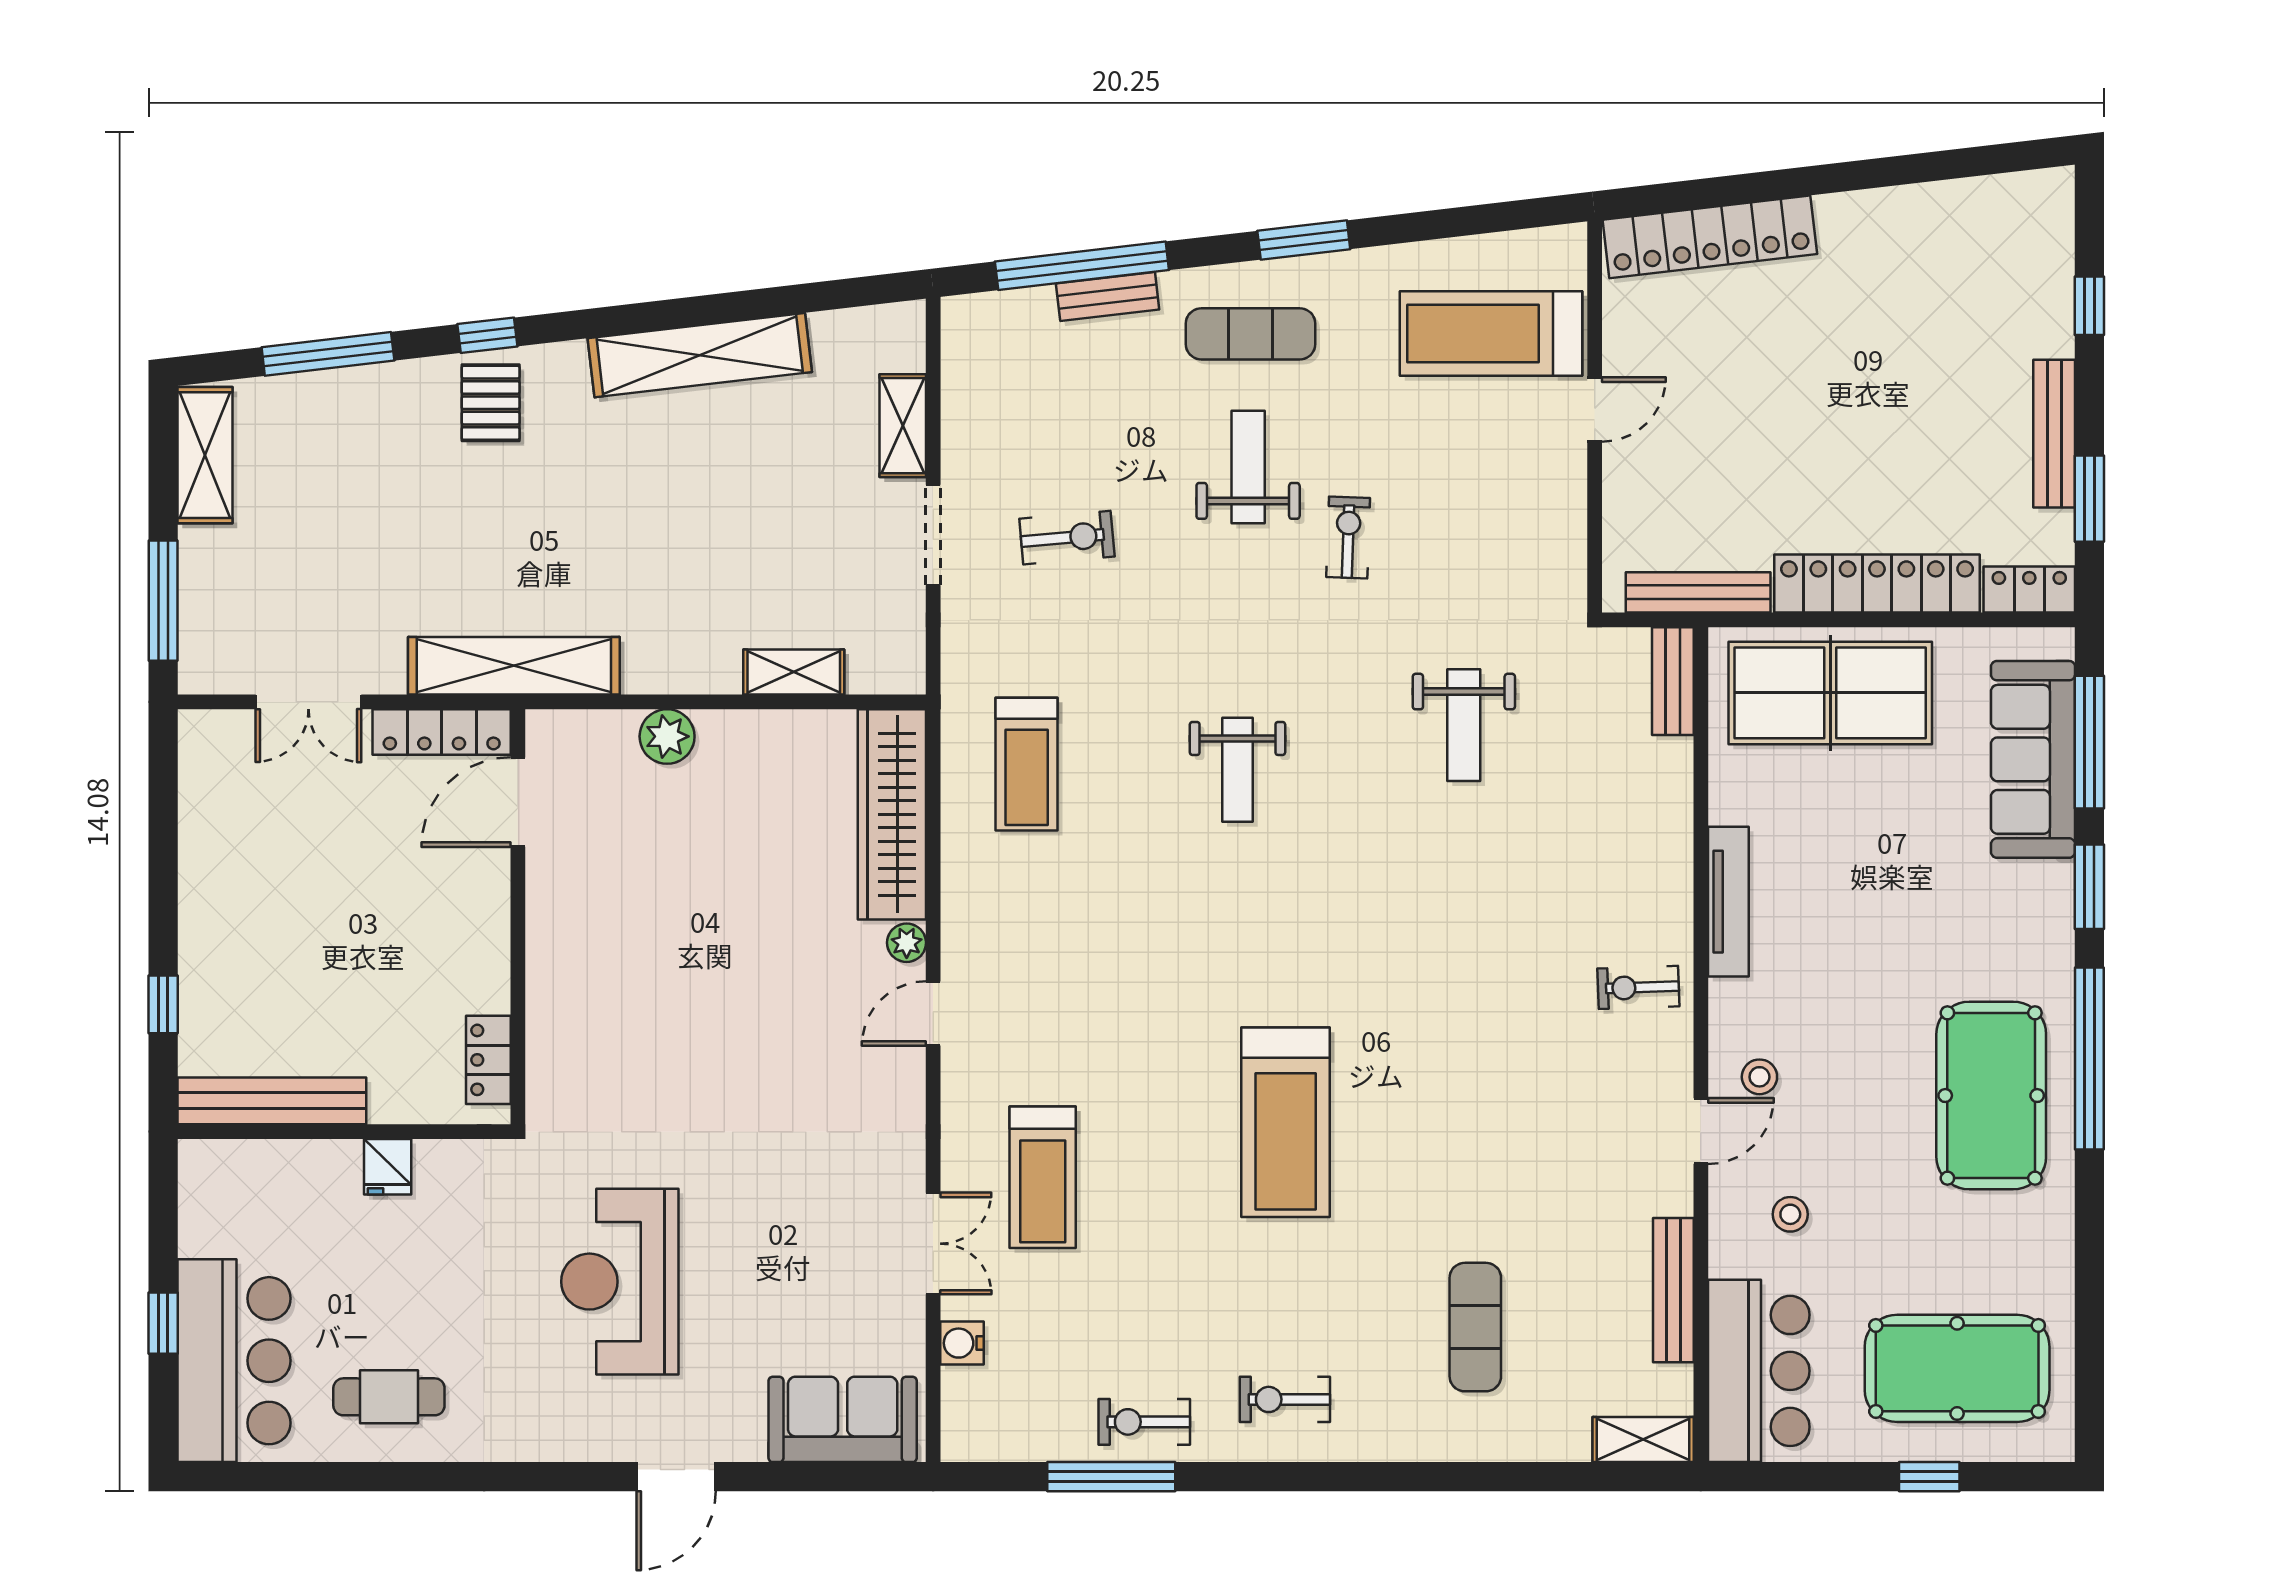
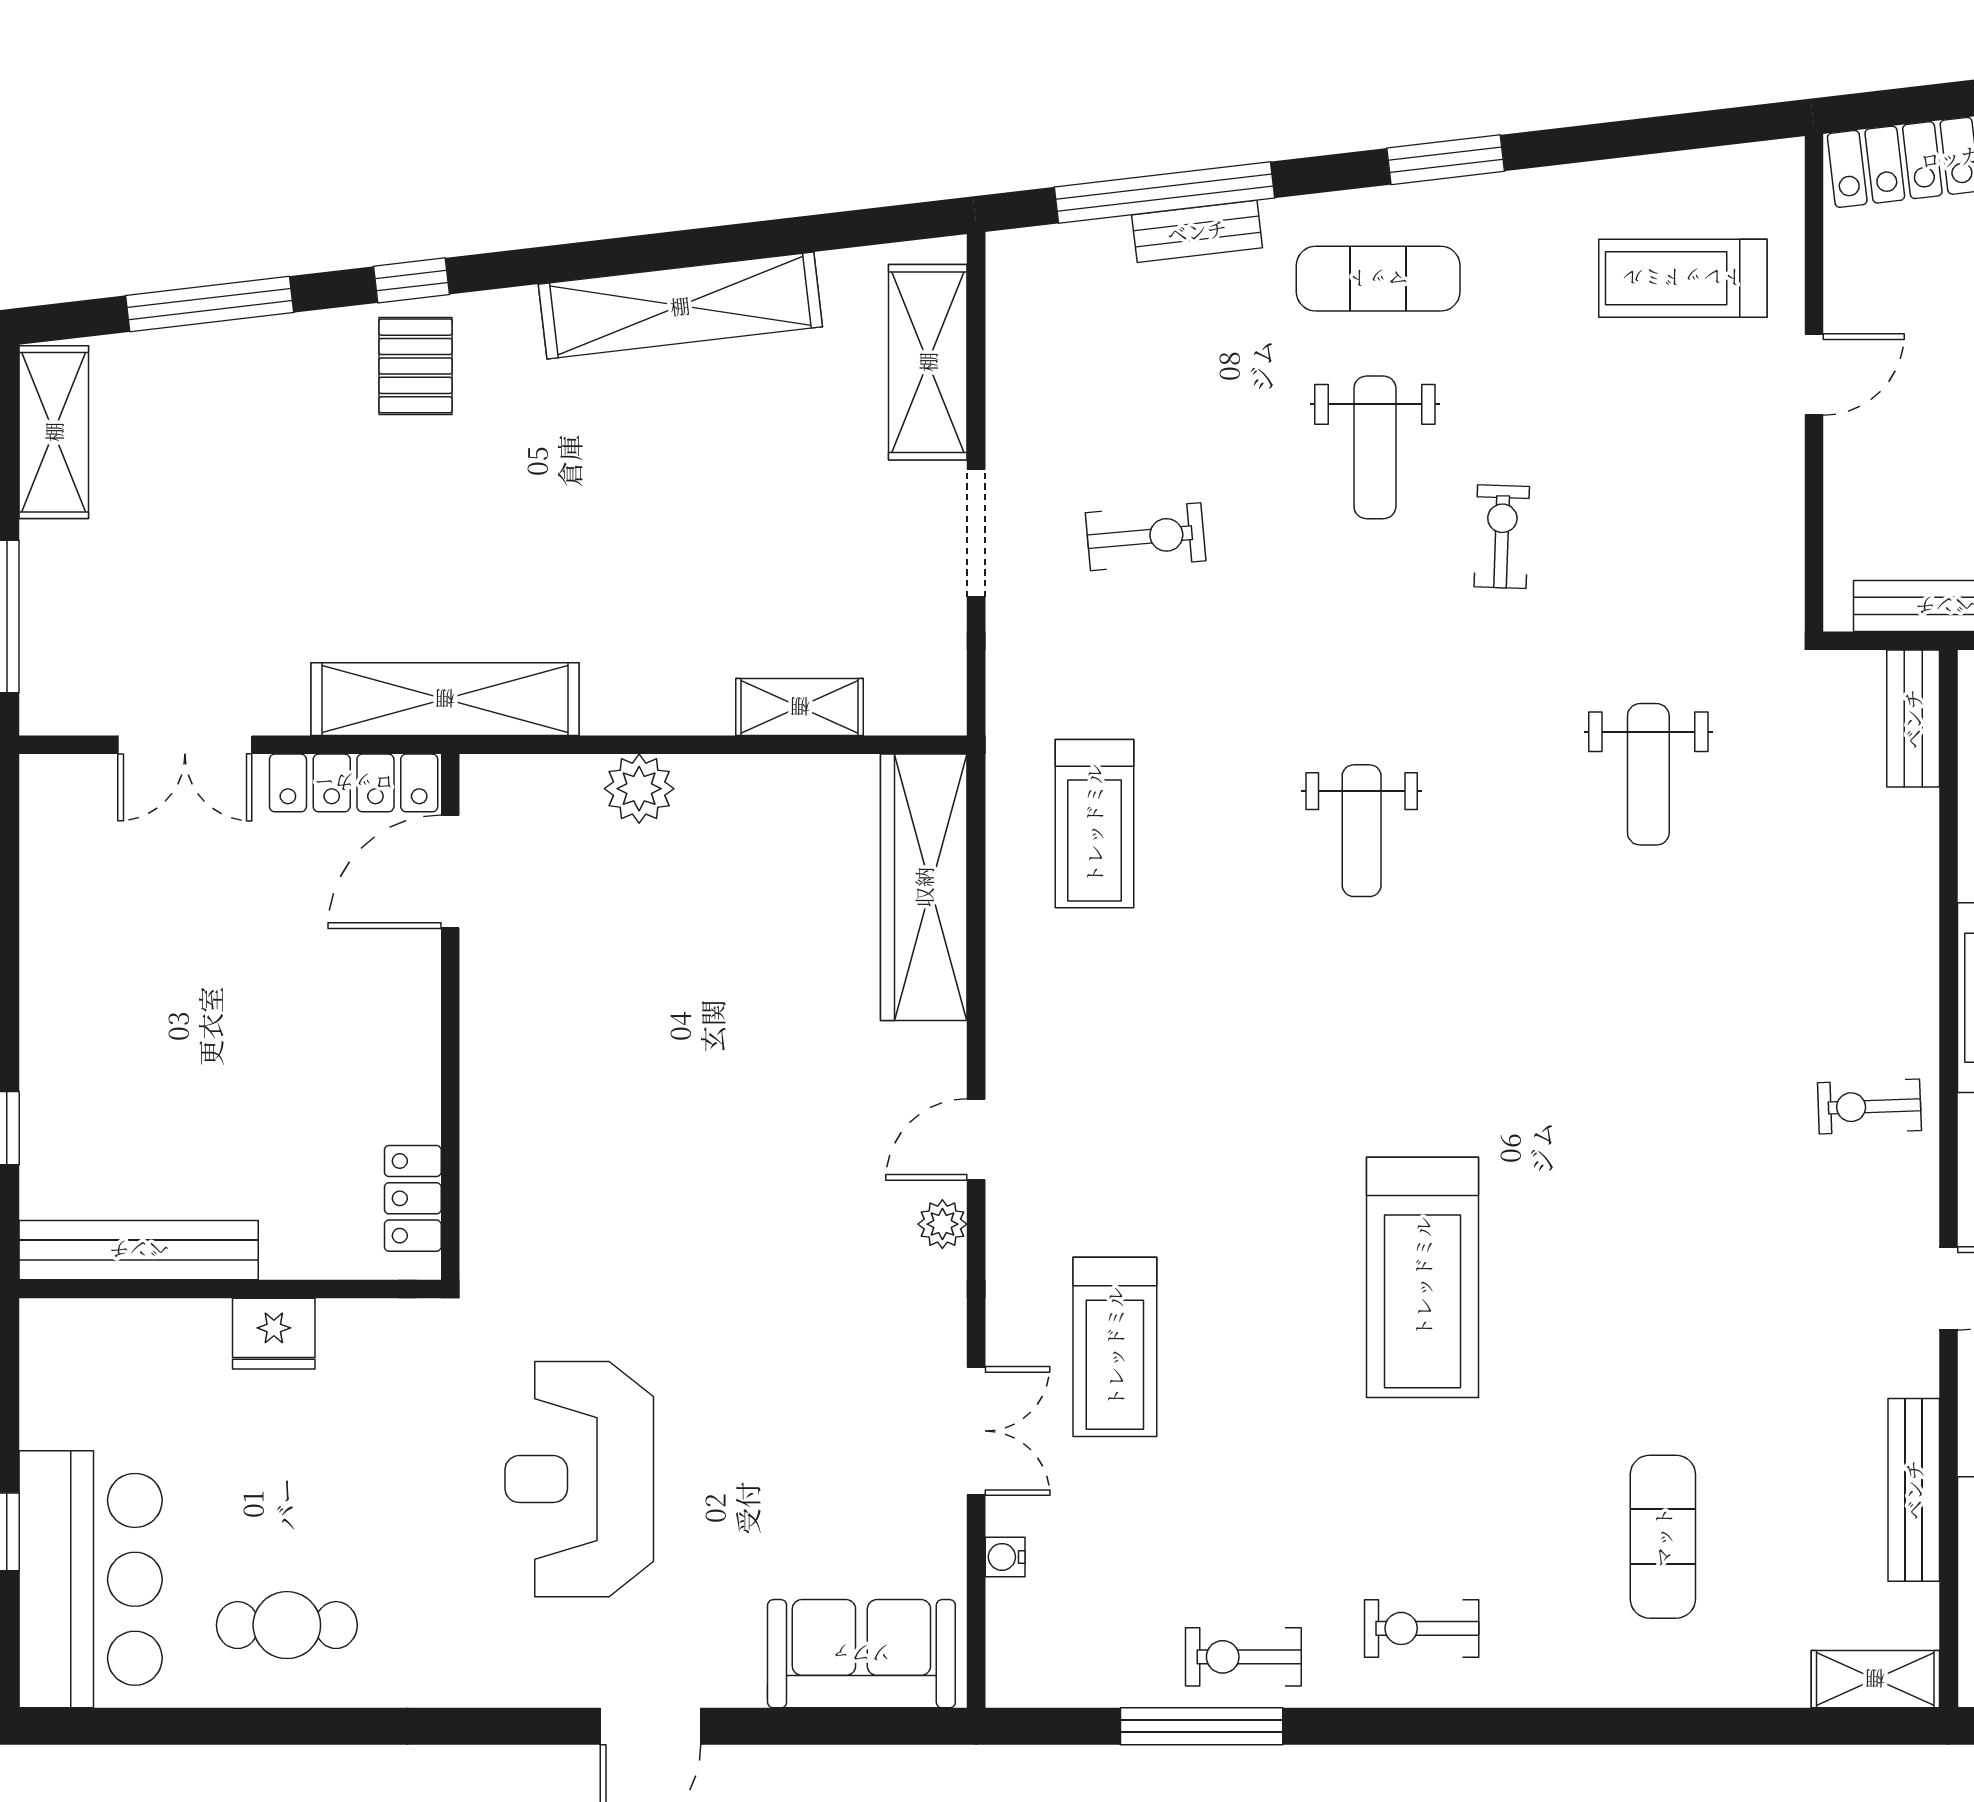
treadmill: (1491, 334) -> (1683, 278), width x0.73, depth x0.73
shelving: (903, 426) -> (928, 362), width x1.50, depth x1.33
weight bench: (1248, 467) -> (1375, 447), turned 180
plant: (907, 943) -> (942, 1224), moved
fridge: (388, 1167) -> (274, 1334), width x1.38
water cooler: (962, 1343) -> (1005, 1557), width x0.72, depth x0.72

